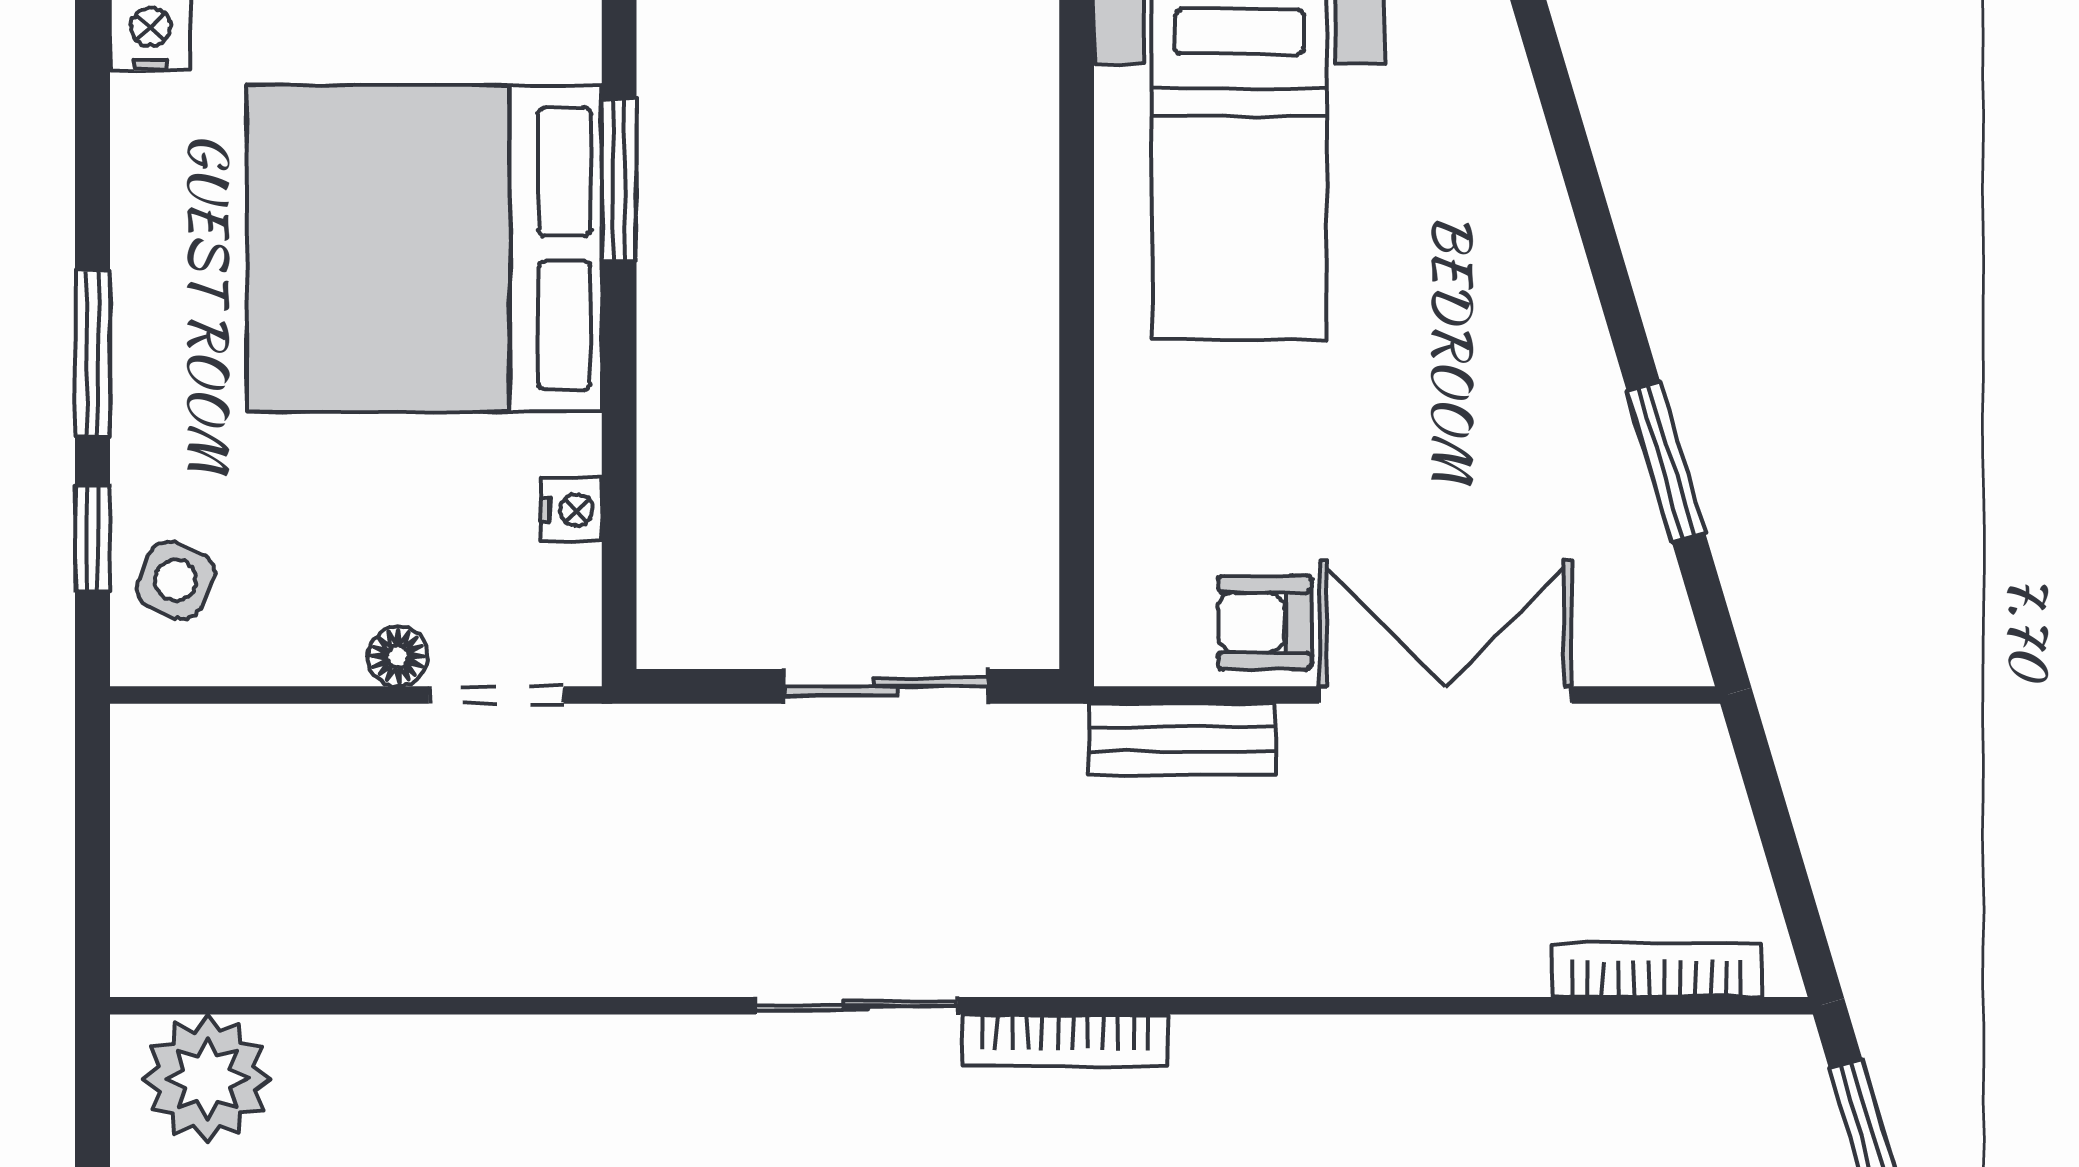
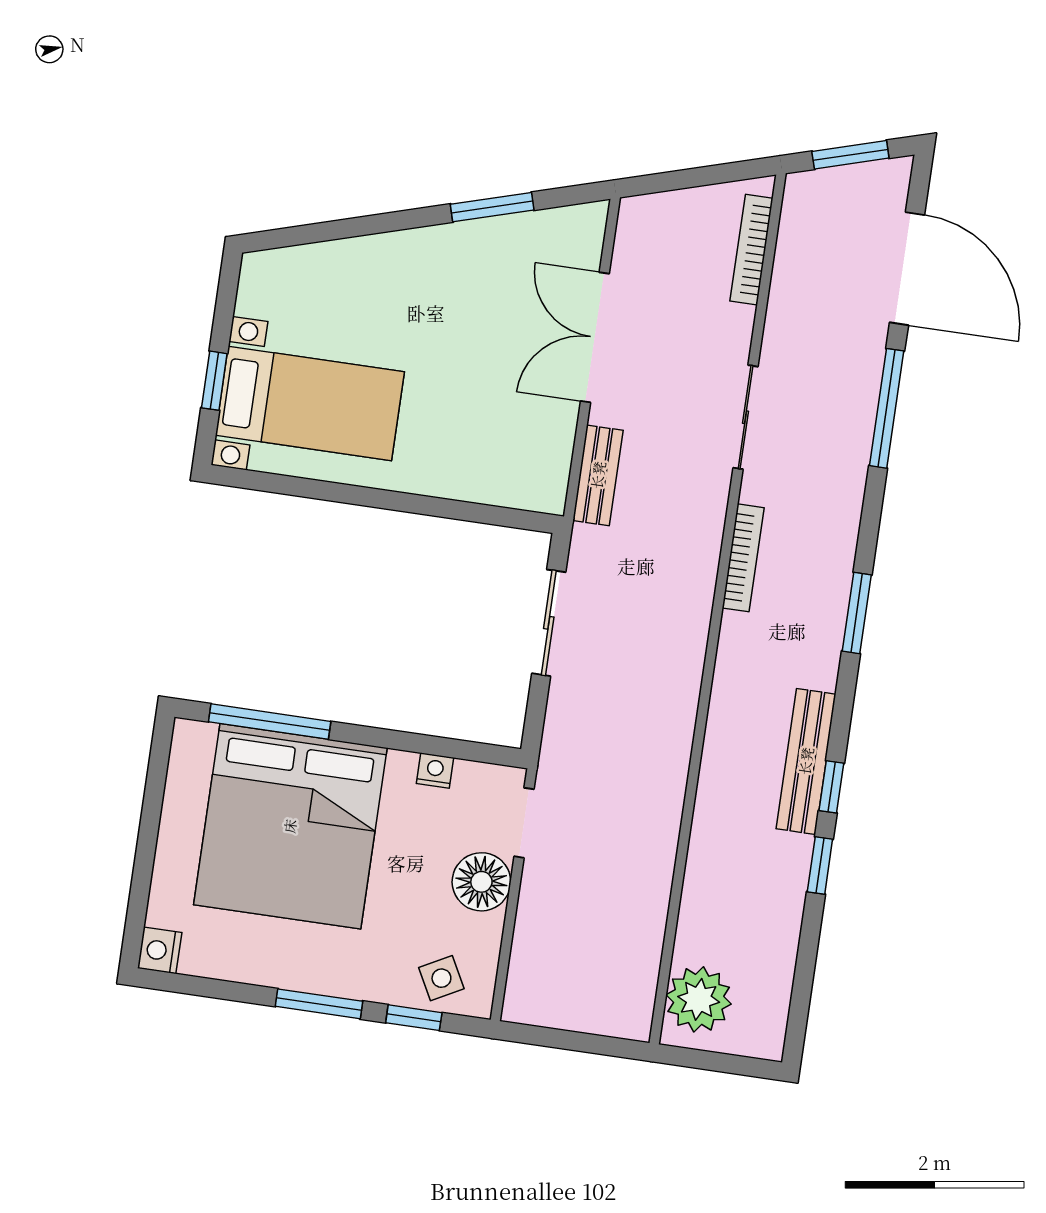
window: (619, 180) -> (270, 722), width x1.44
side table: (176, 580) -> (441, 978), turned 38
armchair: (1265, 623) -> (544, 424), removed
floor lamp: (398, 656) -> (481, 882), width x1.89, depth x1.89
sliding door: (857, 1006) -> (746, 417), moved

